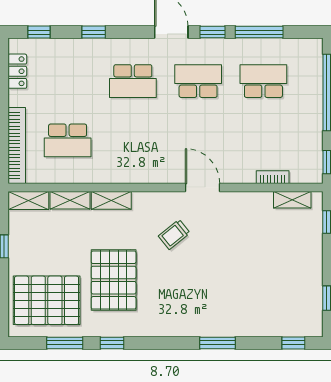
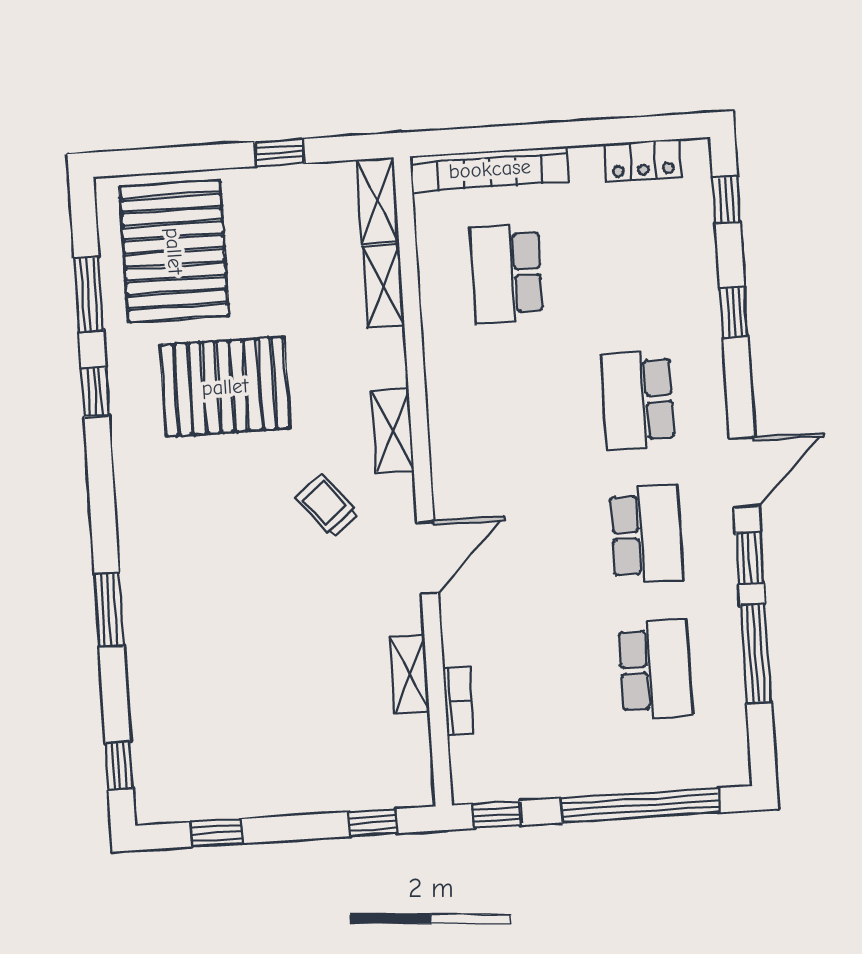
shelving: (111, 200) -> (393, 431), moved
shelving: (292, 200) -> (410, 674), moved

